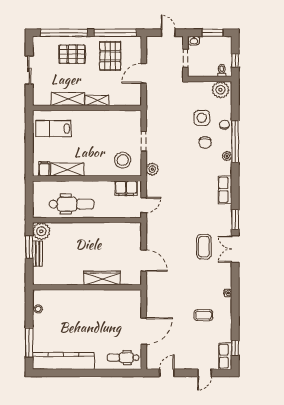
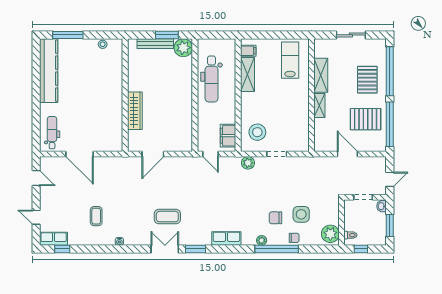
bench: (37, 254) -> (155, 44), width x1.36

